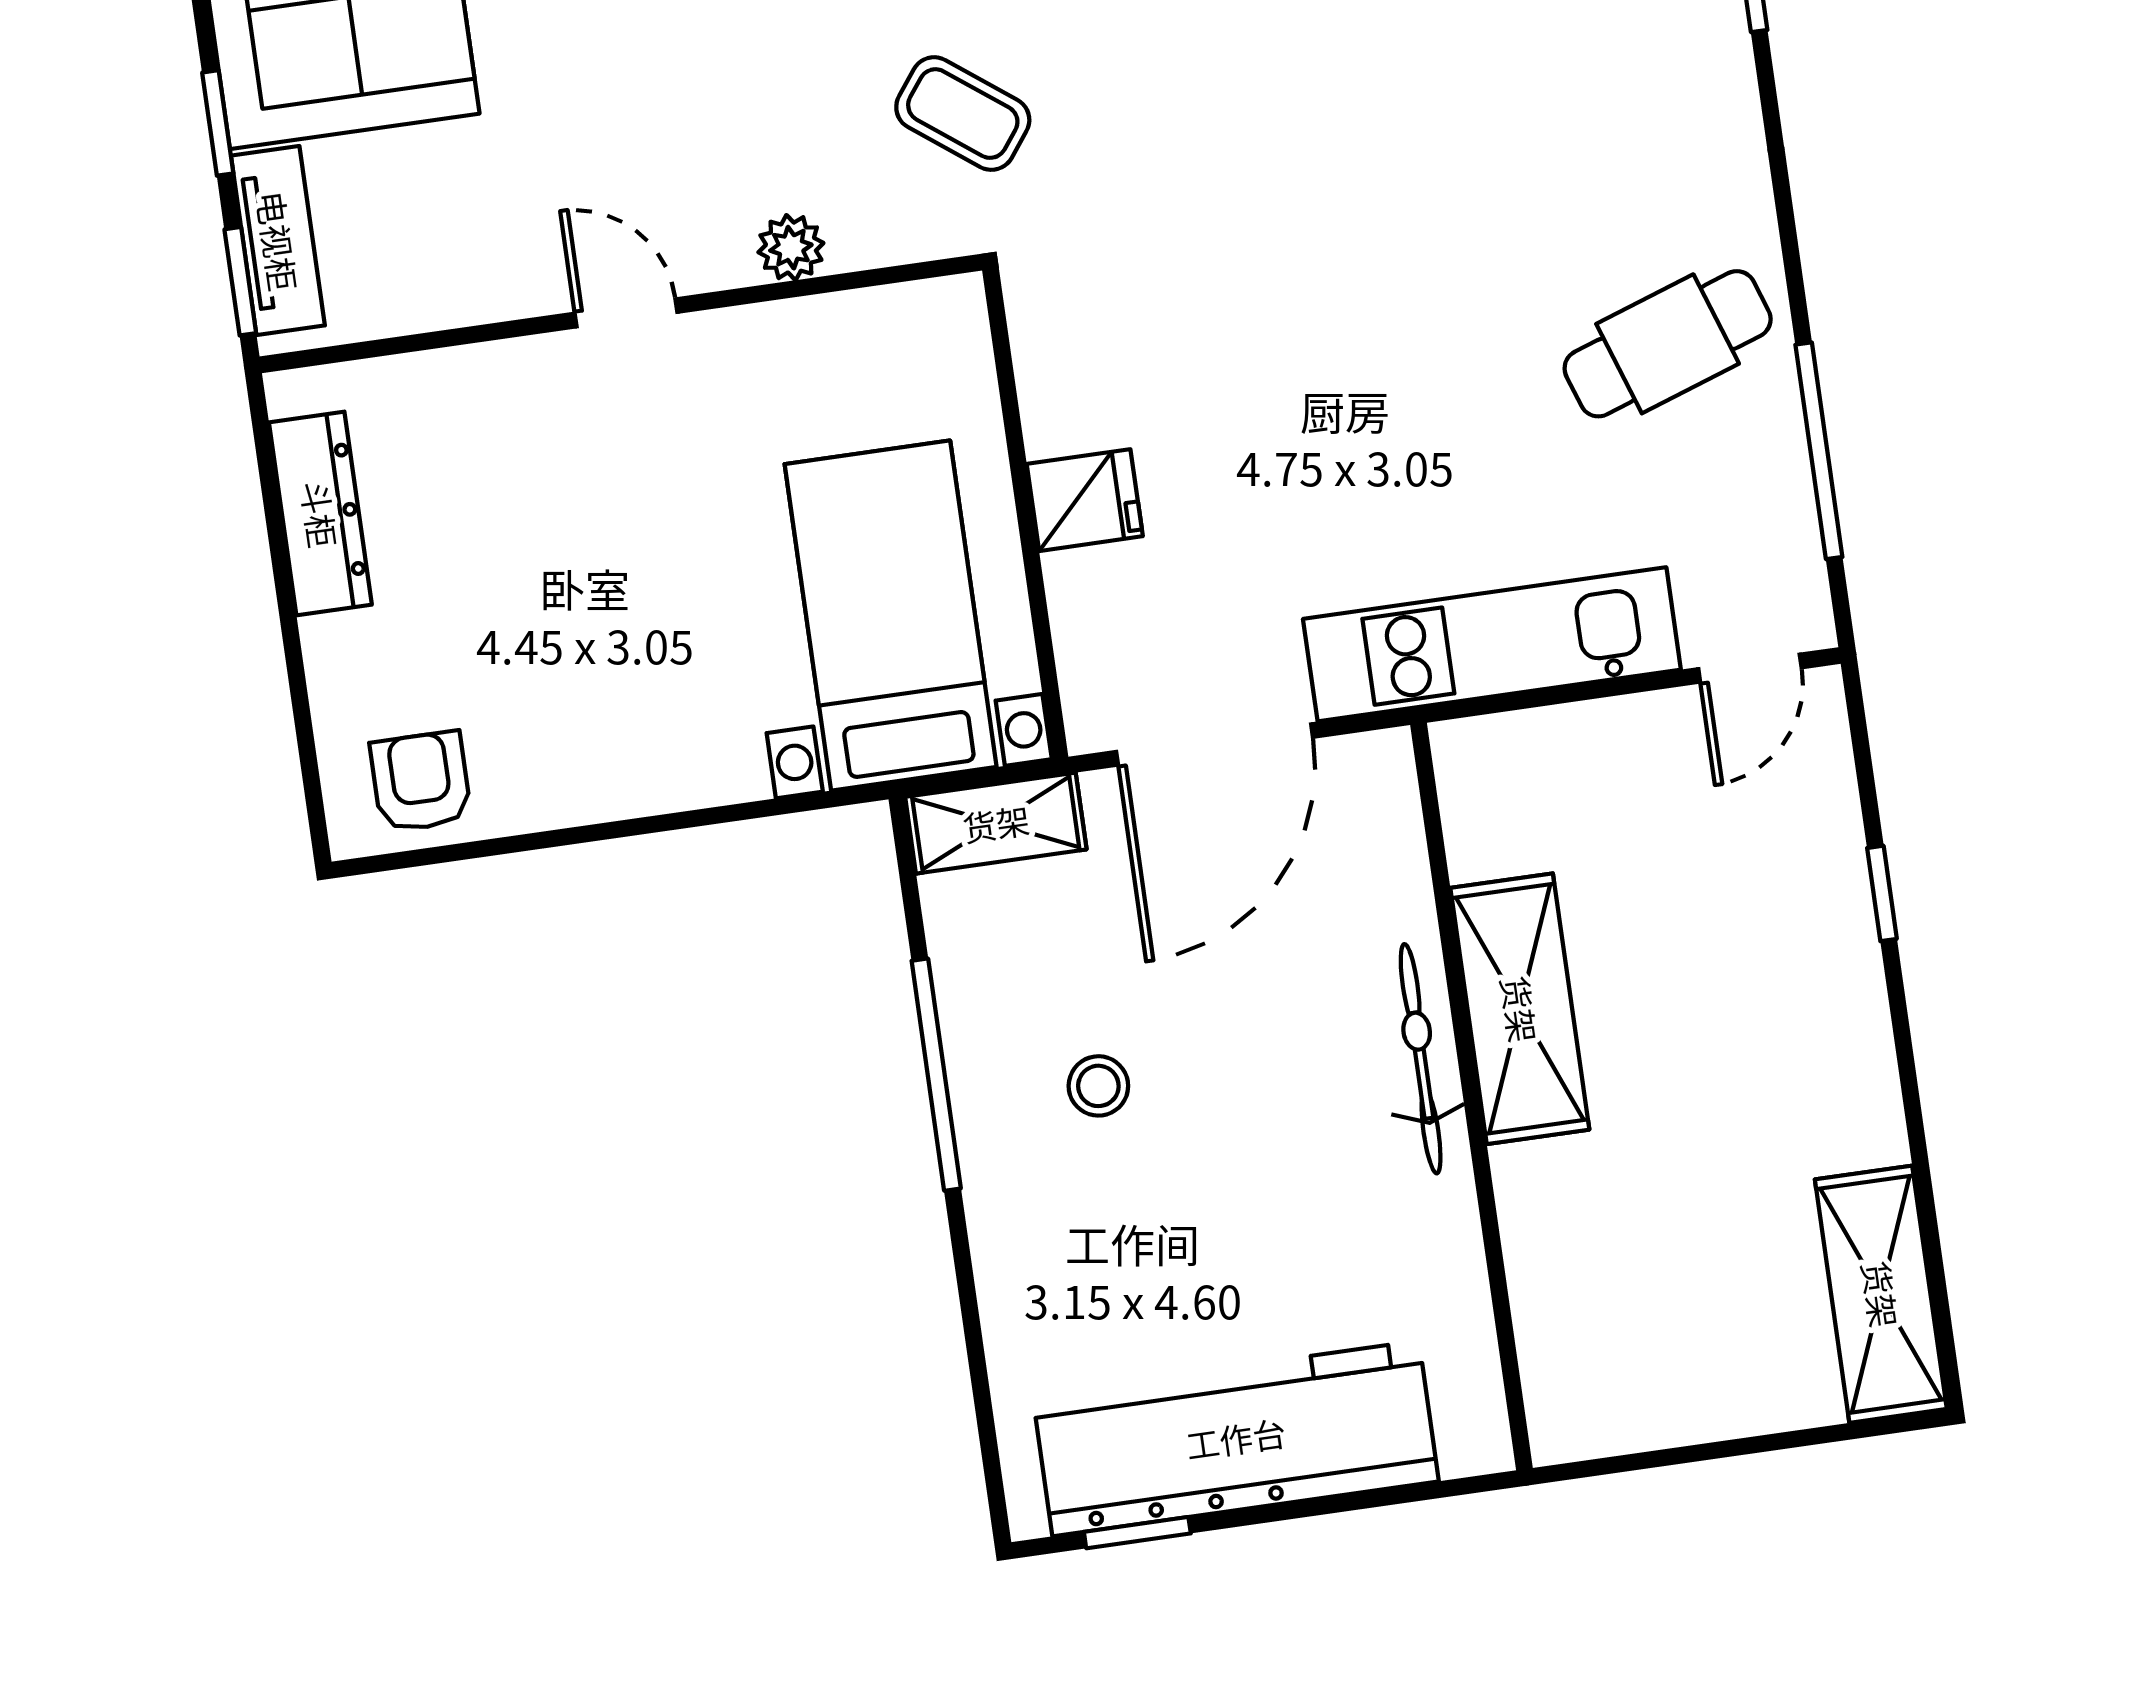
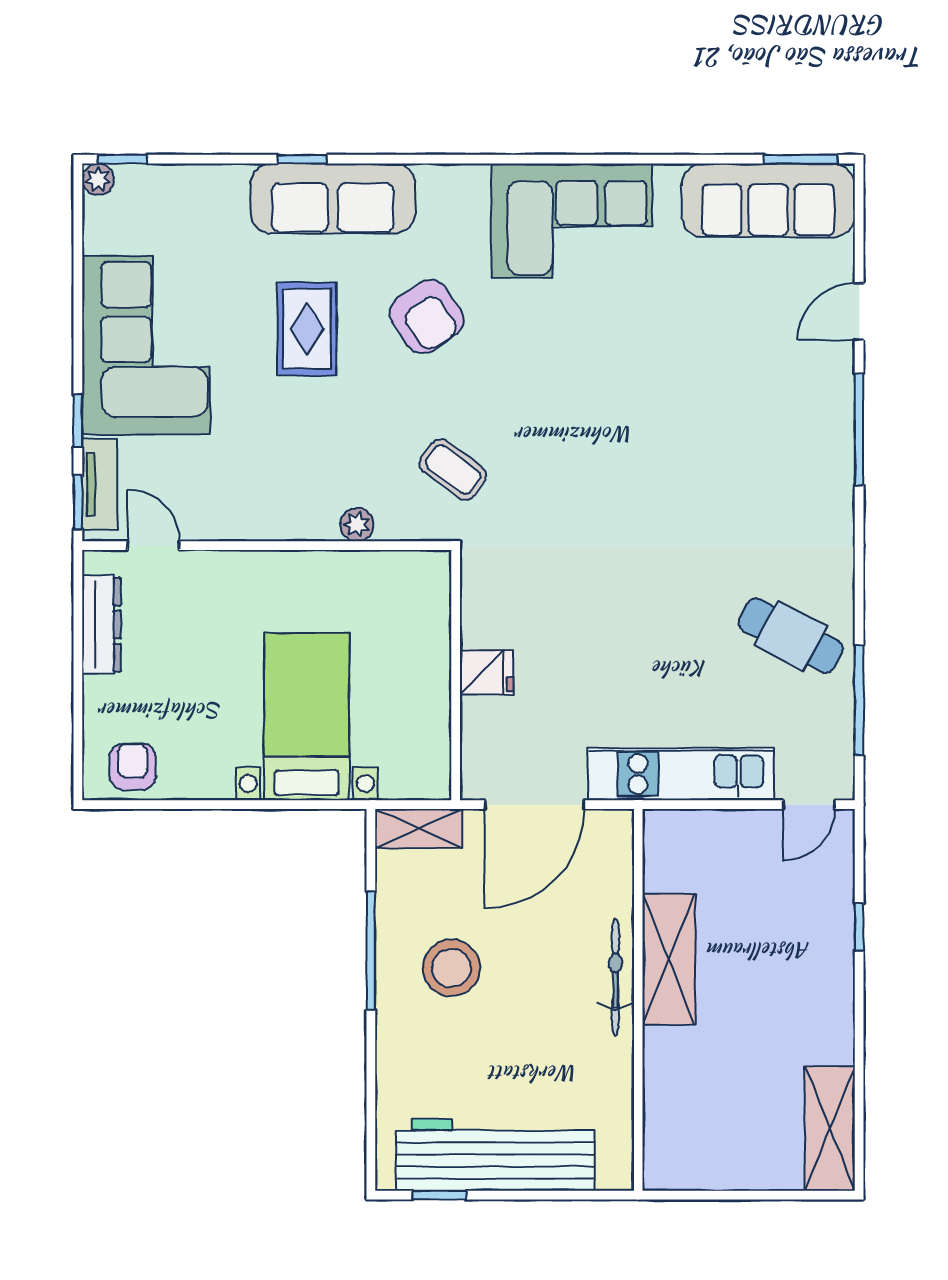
door: (626, 313) -> (153, 546), moved
cafe table: (1668, 344) -> (791, 636), turned 47
bed with nightstands: (891, 616) -> (307, 717), moved
stool: (1098, 1086) -> (452, 968), width x1.89, depth x1.89

